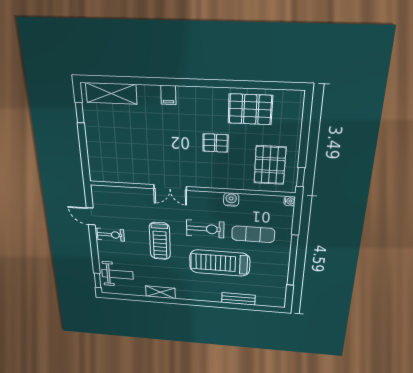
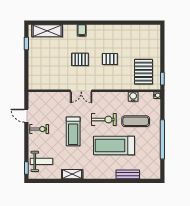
pallet: (250, 109) -> (80, 59), moved, width x0.67, depth x0.71
water cooler: (231, 200) -> (133, 97), moved

